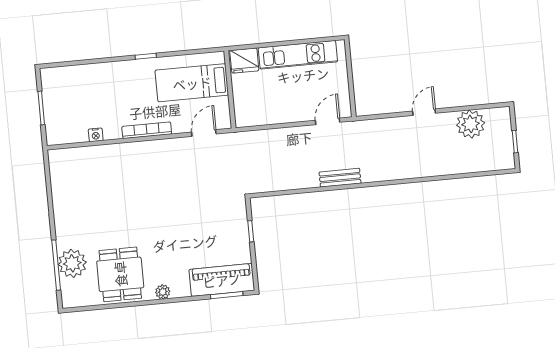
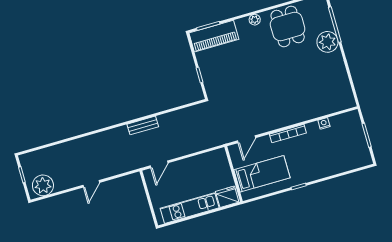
plant: (471, 124) -> (43, 185), moved
plant: (72, 263) -> (327, 42), moved

